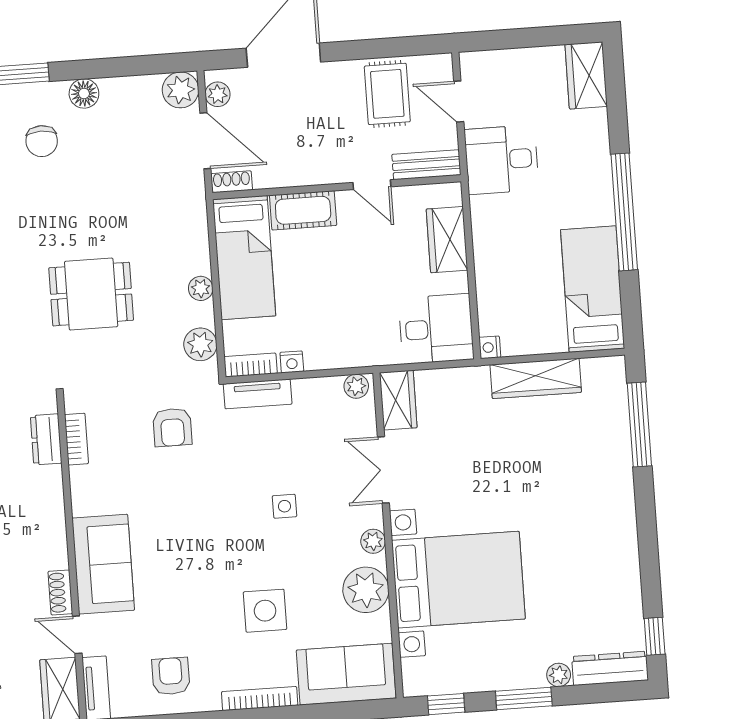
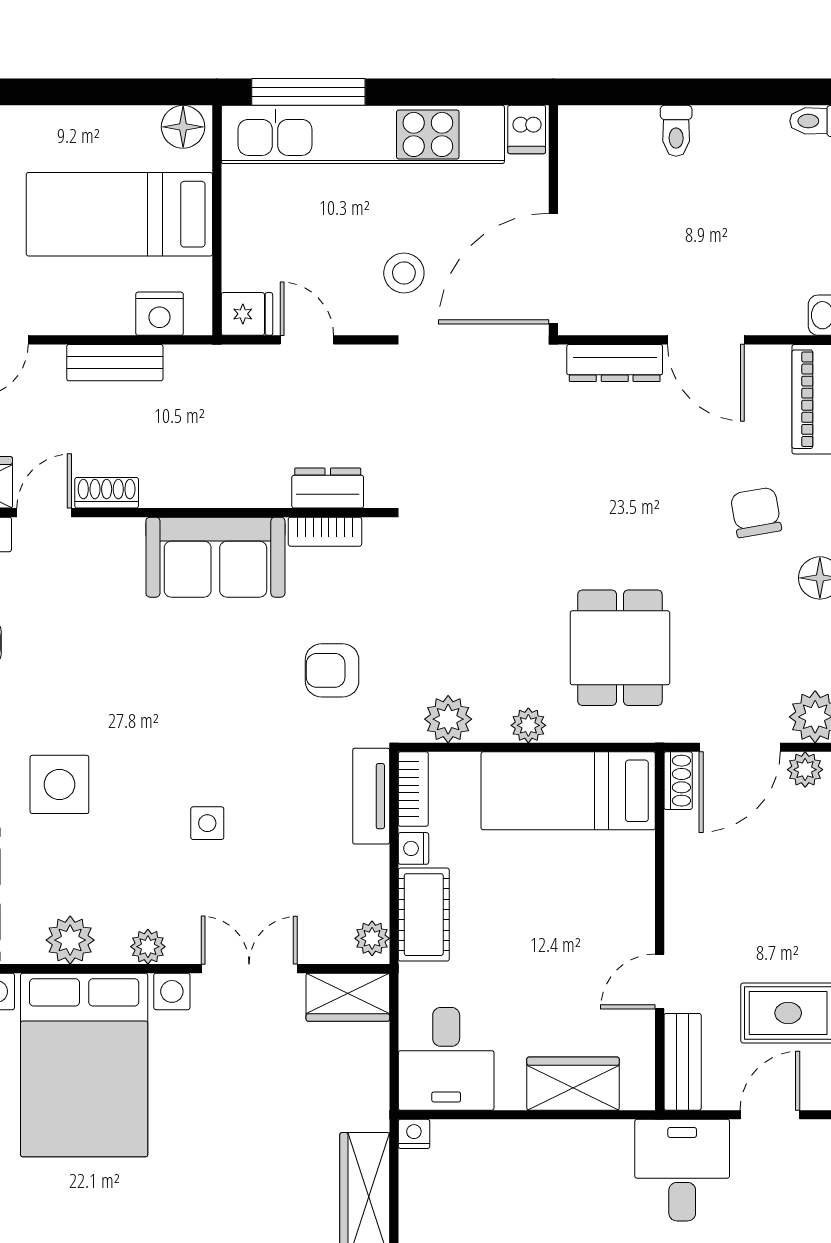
chair: (42, 141) -> (756, 512), turned 80
cot: (303, 210) -> (424, 915), moved
dining table: (91, 294) -> (620, 648), moved
sofa: (103, 564) -> (215, 557), moved
plant: (366, 590) -> (70, 940), width x0.73, depth x0.73

